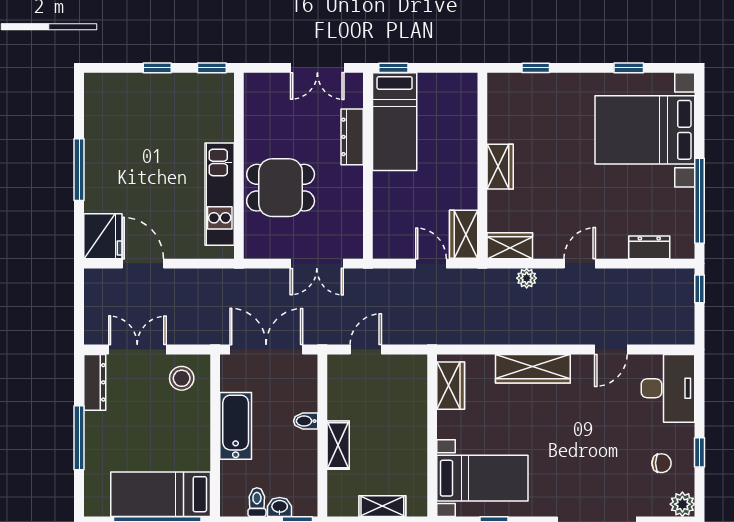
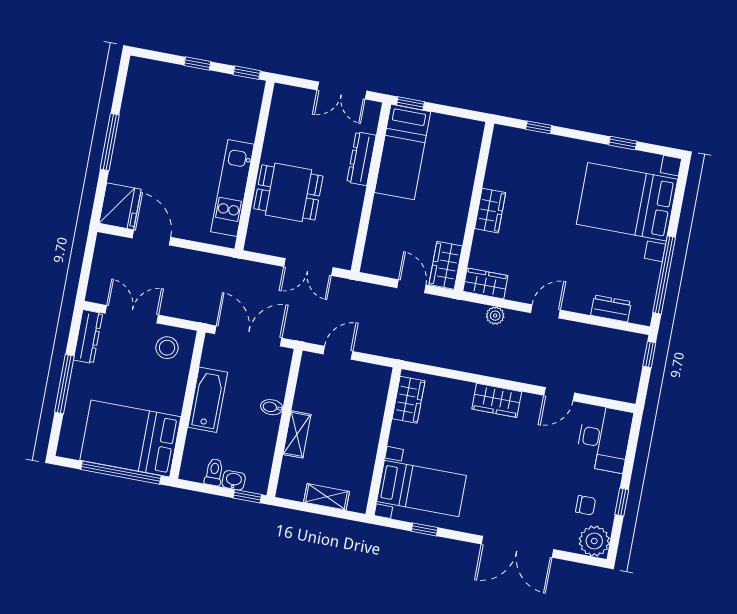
wardrobe: (533, 369) -> (497, 400), width x0.67
bed: (161, 494) -> (130, 439), width x1.50
plant: (682, 504) -> (594, 541), width x1.36, depth x1.36

